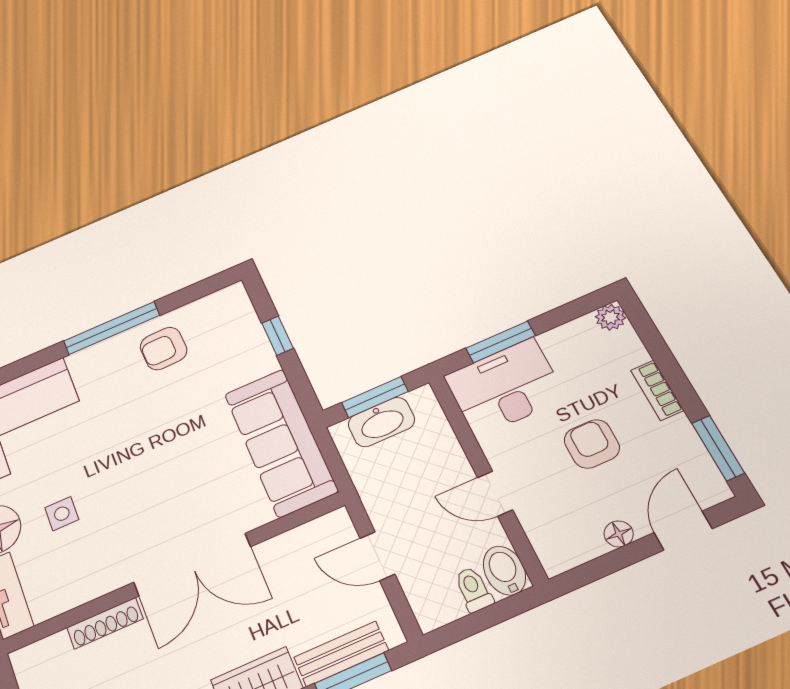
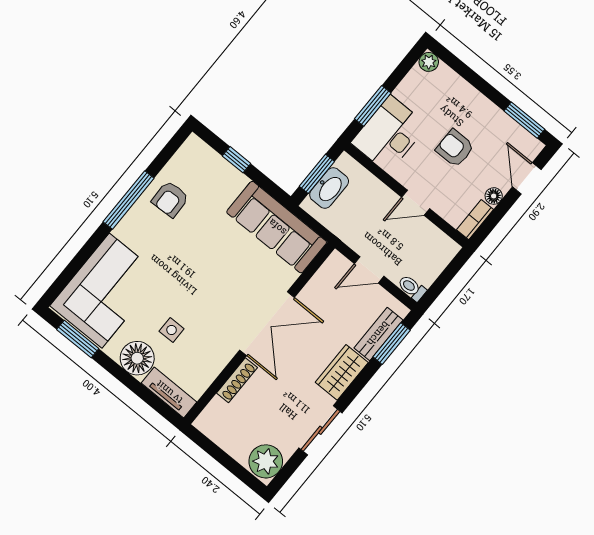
bookcase: (657, 390) -> (475, 220), moved, turned 90
bidet: (504, 571) -> (443, 246), removed
toilet: (473, 589) -> (412, 288), moved

